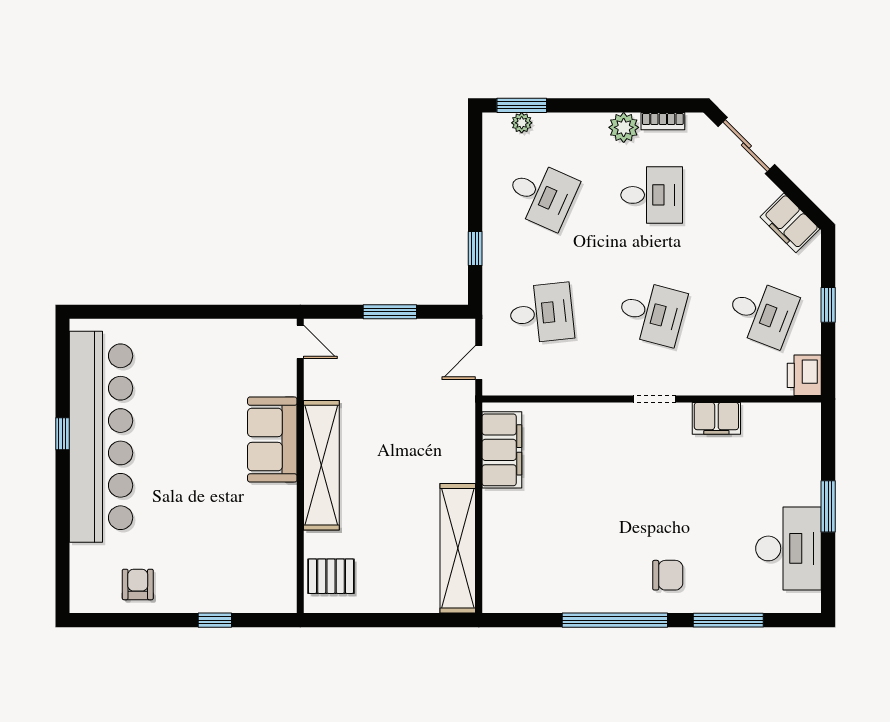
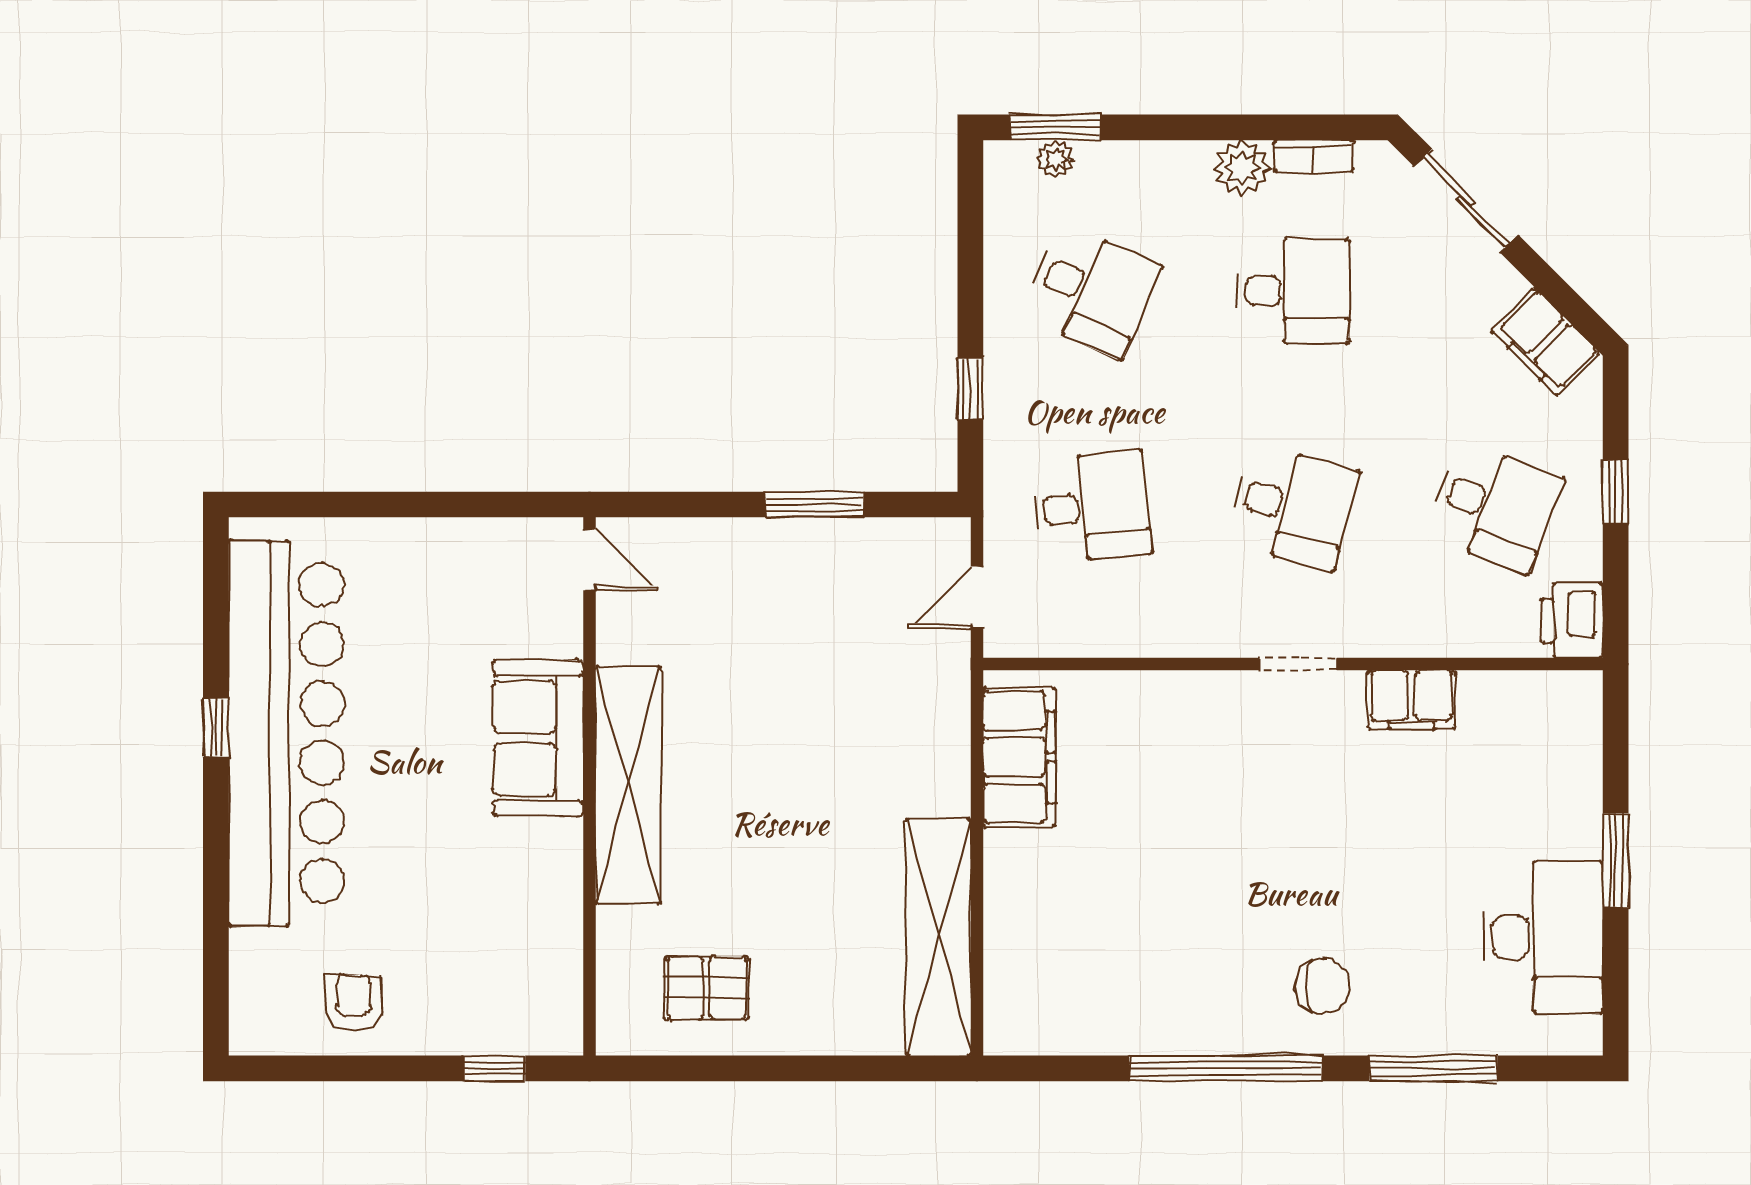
door: (300, 342) -> (589, 560), moved
sofa: (272, 440) -> (538, 738), moved
shelving: (321, 465) -> (628, 785), moved
wall: (300, 466) -> (589, 786), moved

